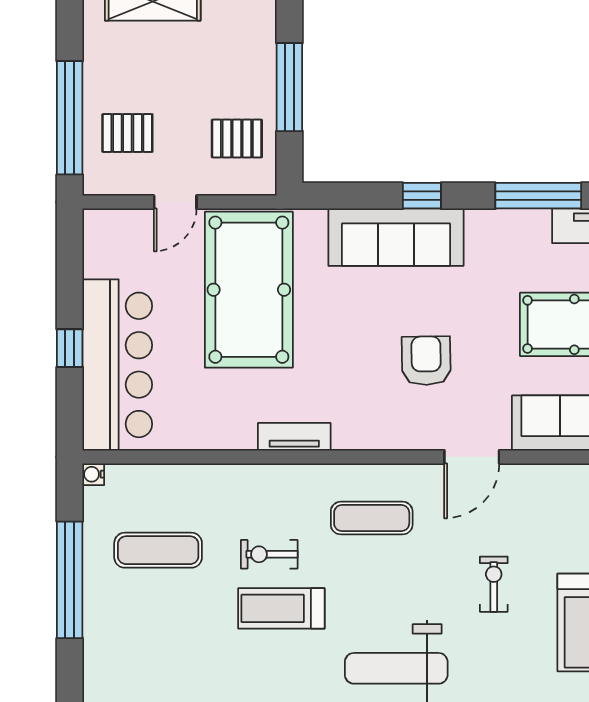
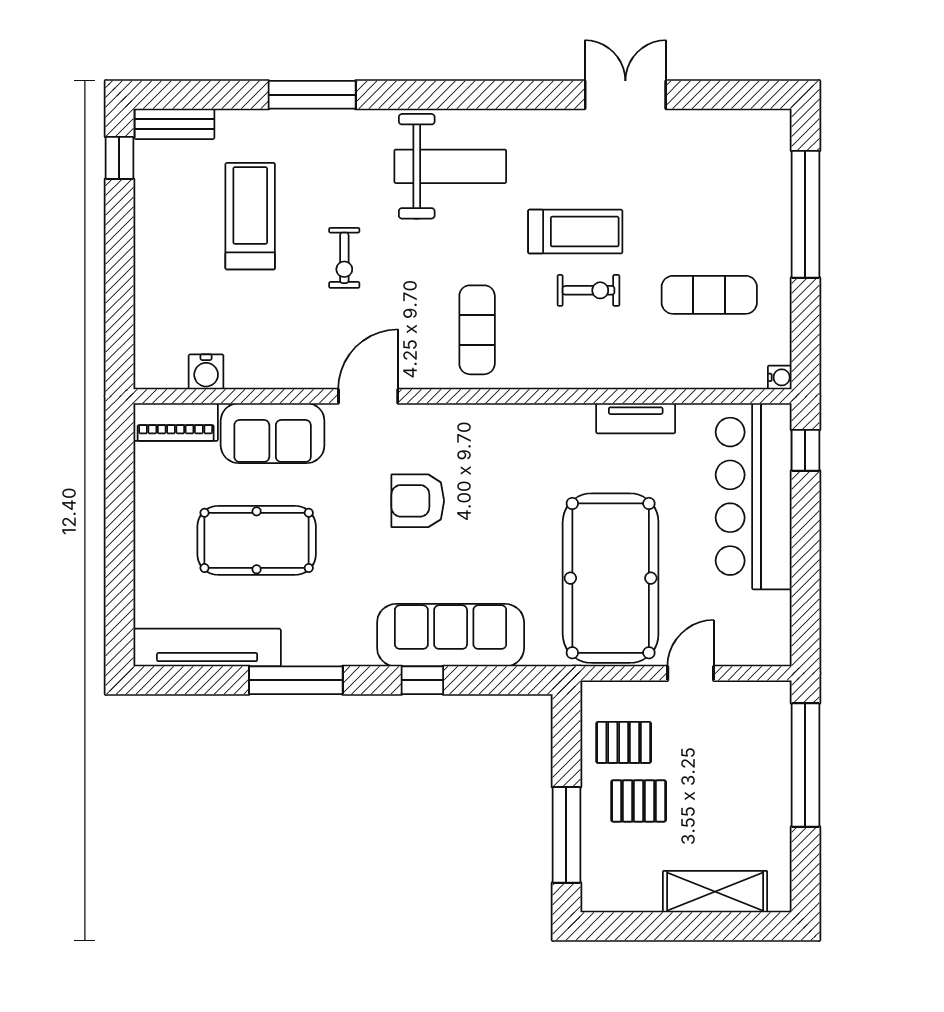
window: (289, 87) -> (566, 835), moved
pallet: (127, 133) -> (639, 801), moved
window: (70, 348) -> (805, 450), moved
armchair: (426, 361) -> (418, 501), turned 91
tv unit: (294, 437) -> (636, 418), moved
exercise mat: (372, 518) -> (477, 330), turned 90
window: (70, 580) -> (805, 214), moved

